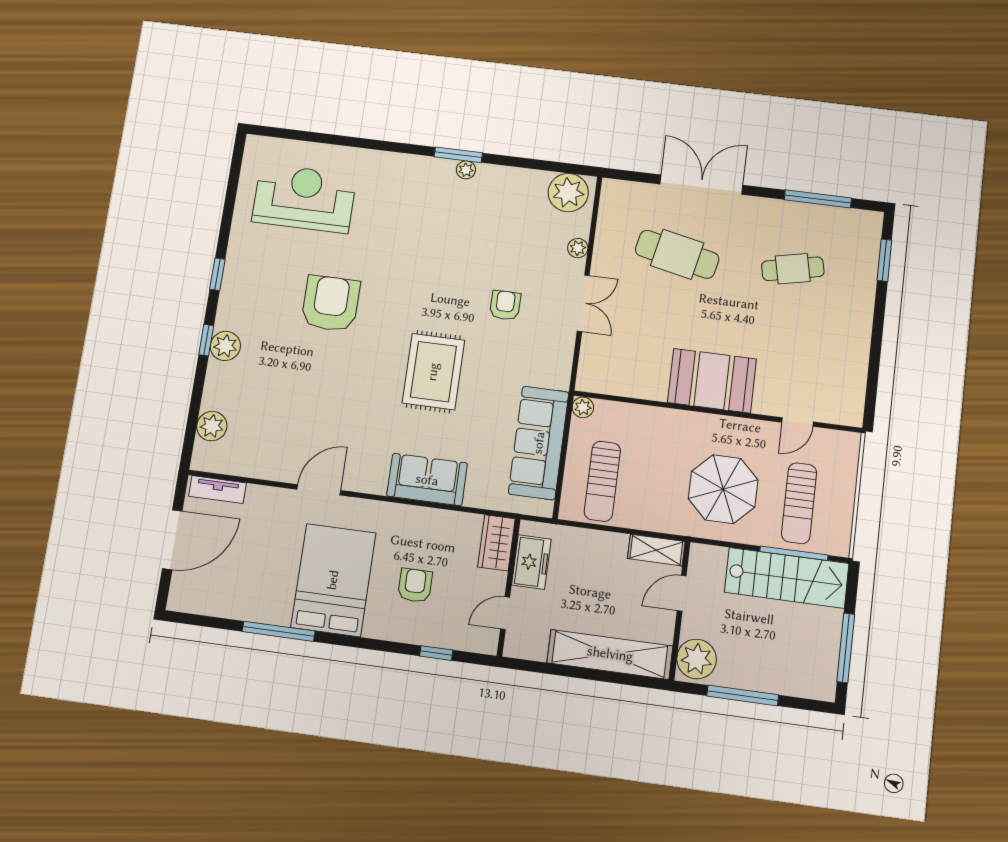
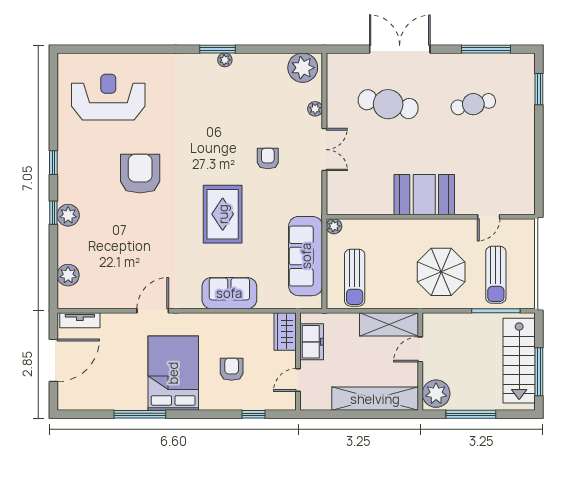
shelving: (656, 550) -> (389, 324), width x1.50, depth x1.33
stairs: (787, 578) -> (519, 361), moved, turned 90

